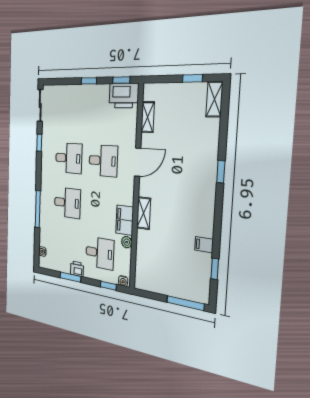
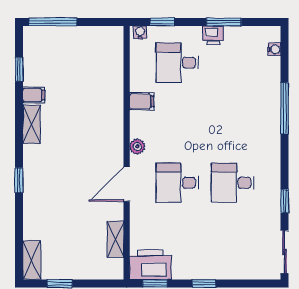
desk: (67, 203) -> (233, 123), removed
shelving: (144, 213) -> (32, 124), moved
filing cabinet: (125, 220) -> (142, 101), width x0.50
plant: (127, 242) -> (137, 146), moved

